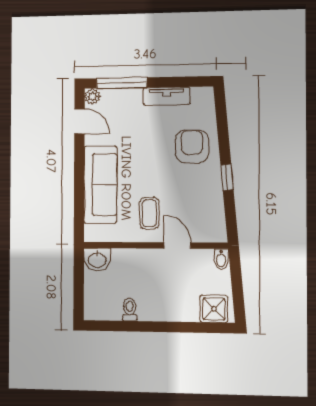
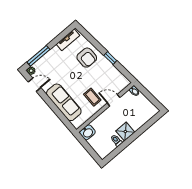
tv unit: (166, 96) -> (68, 40), moved
armchair: (192, 146) -> (87, 58), turned 180
shower: (214, 309) -> (125, 132), moved

